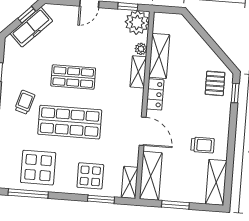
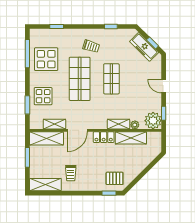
shelving: (130, 182) -> (54, 124), moved

